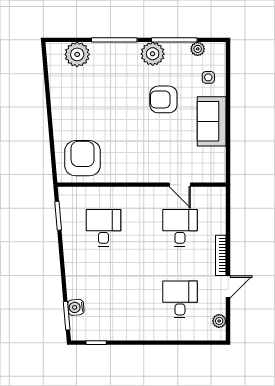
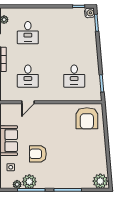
plant: (77, 54) -> (100, 181), moved
plant: (153, 54) -> (29, 182), moved
armchair: (163, 99) -> (38, 154), turned 180
door: (180, 185) -> (28, 102), swing flipped
water cooler: (76, 307) -> (90, 13), moved

